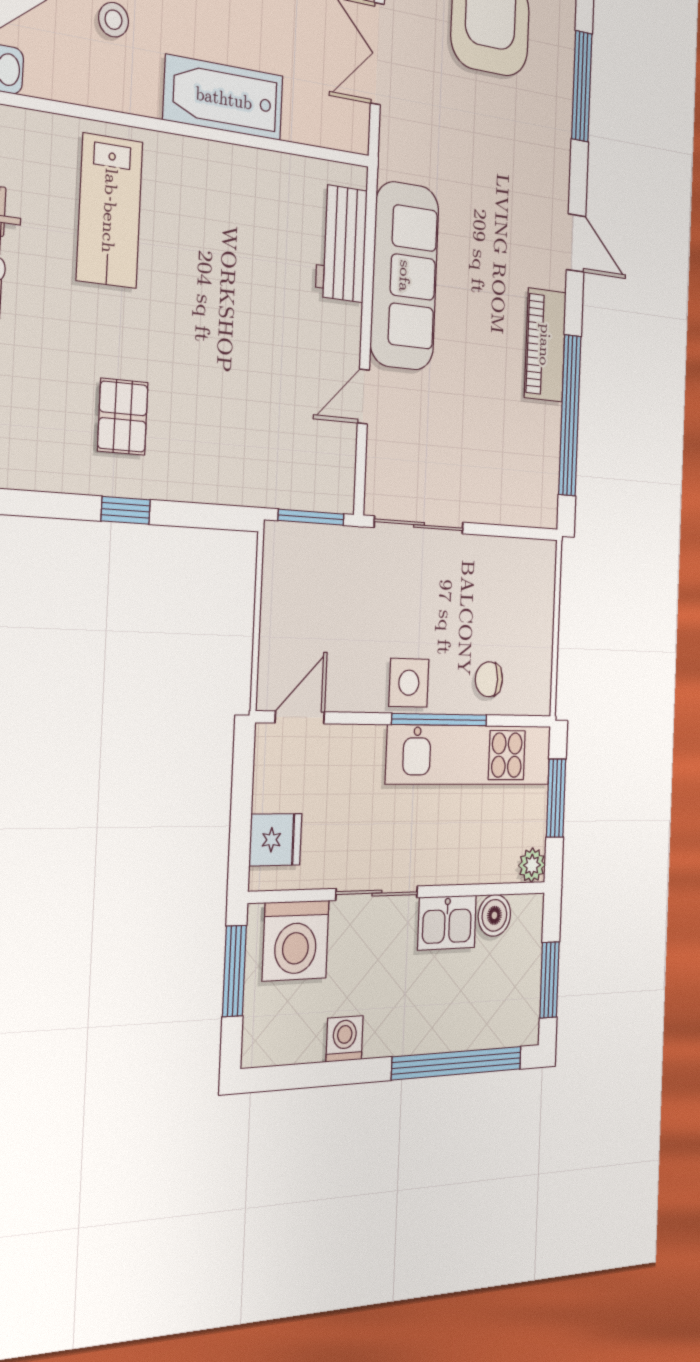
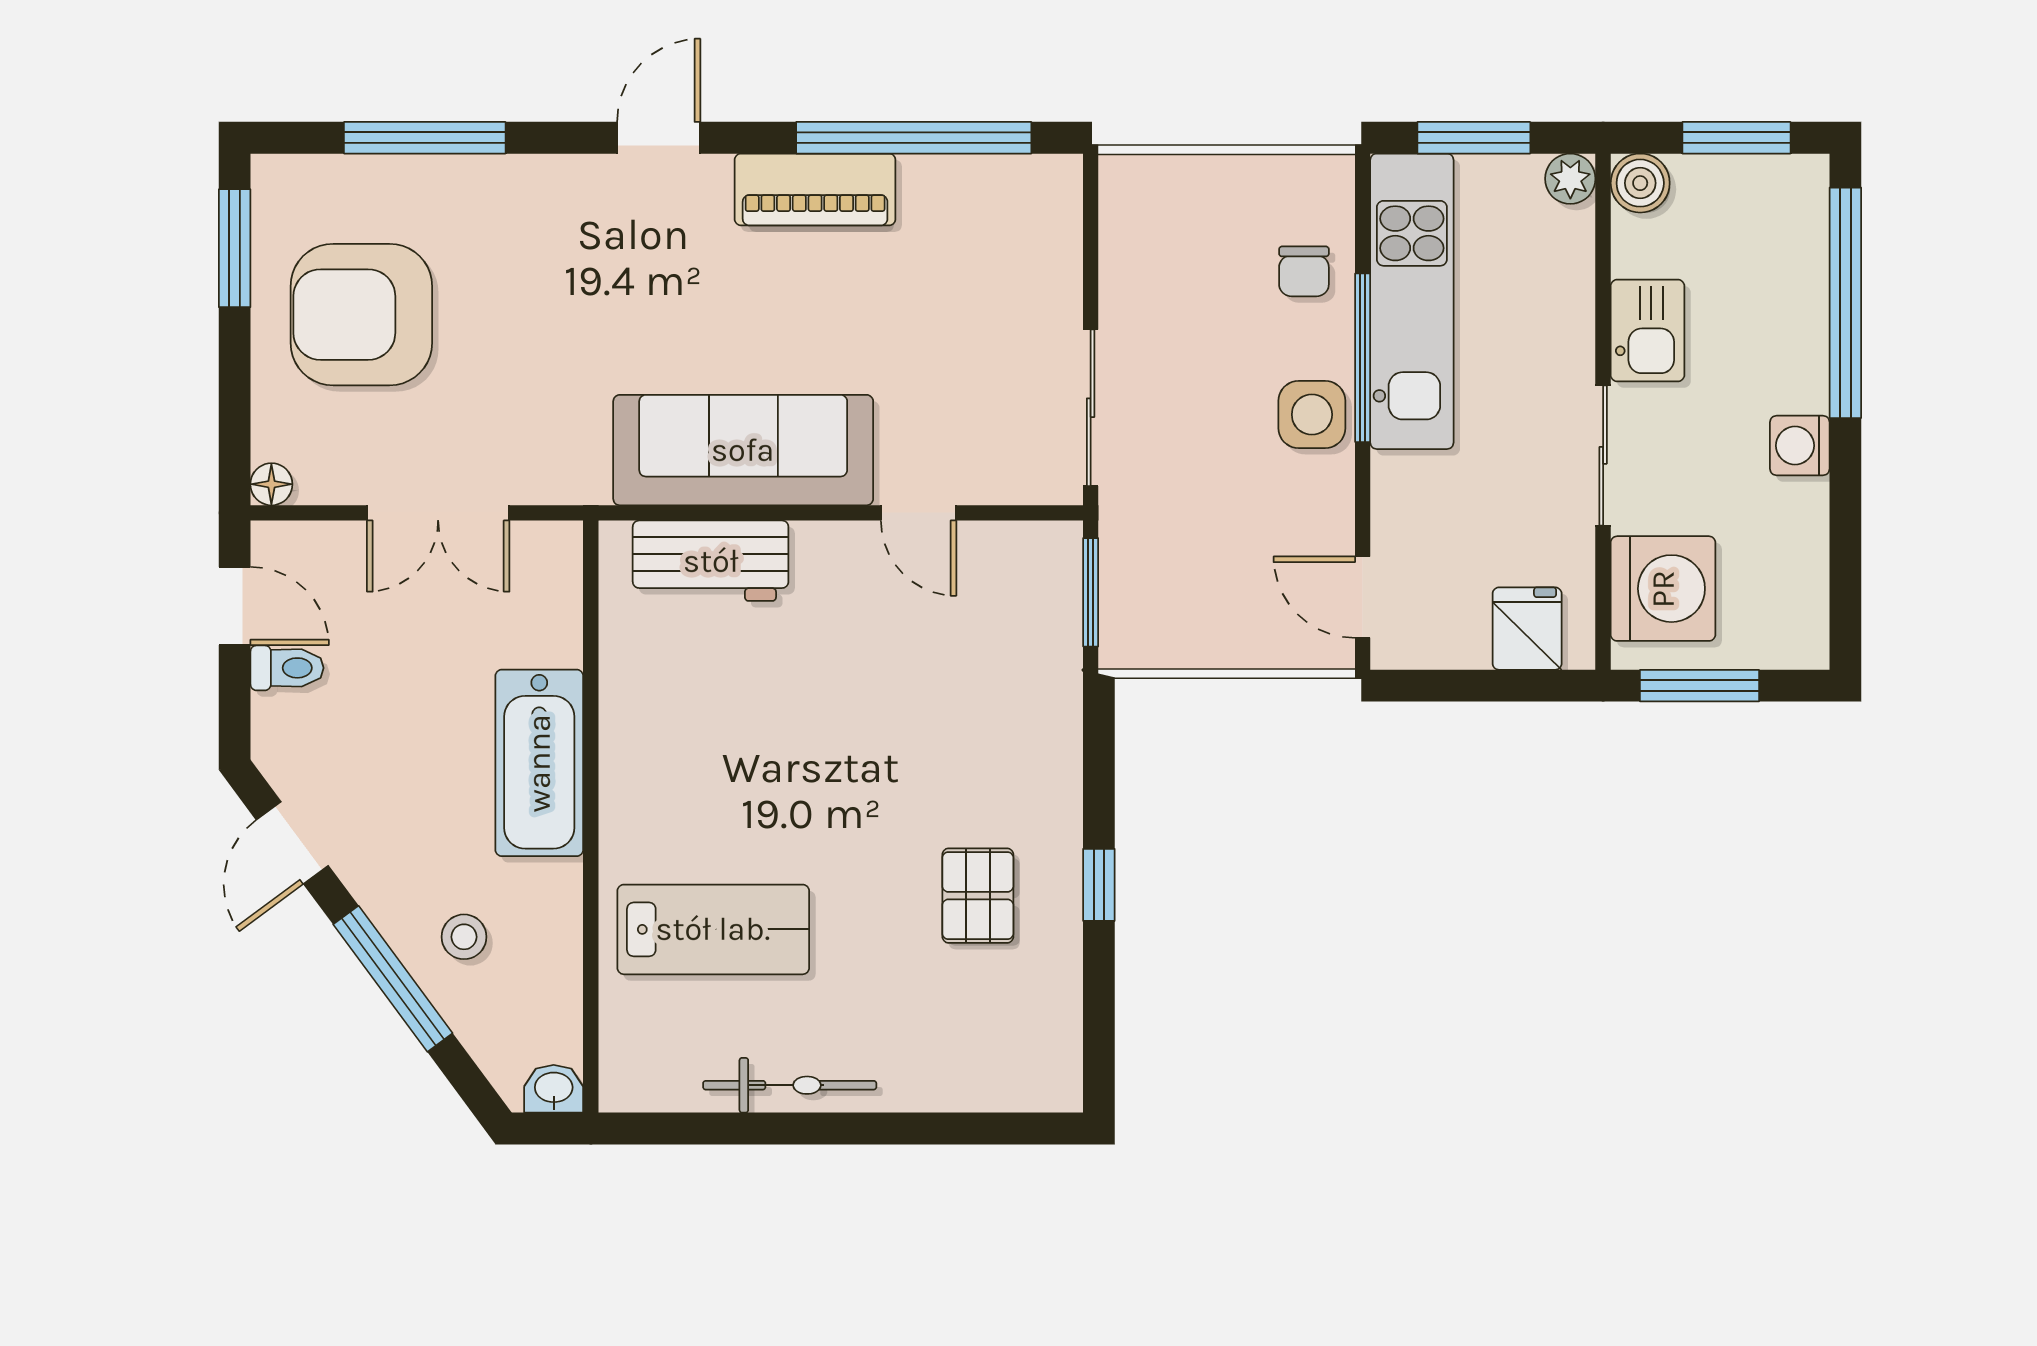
pallet: (123, 417) -> (978, 896), turned 90
boiler: (494, 915) -> (1640, 183), moved
washing machine: (345, 1039) -> (1800, 446), moved

